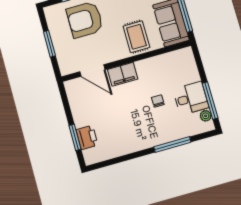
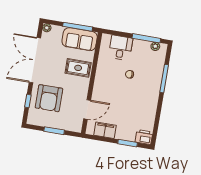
filing cabinet: (123, 74) -> (105, 130), moved, turned -90
desk: (191, 98) -> (121, 48), moved
printer: (87, 137) -> (144, 137), moved

